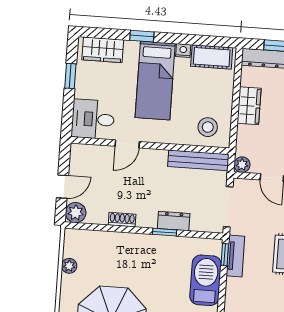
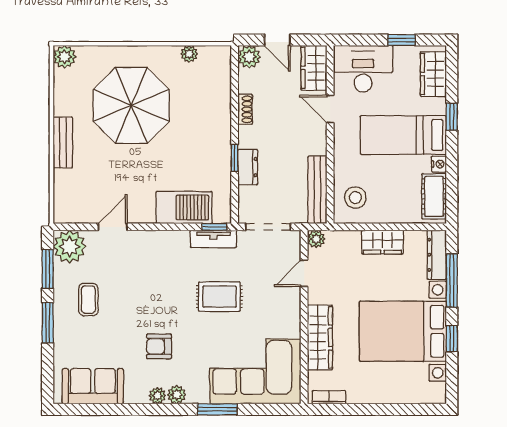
desk: (93, 119) -> (363, 69), width x1.37
wardrobe: (90, 156) -> (314, 68), added

